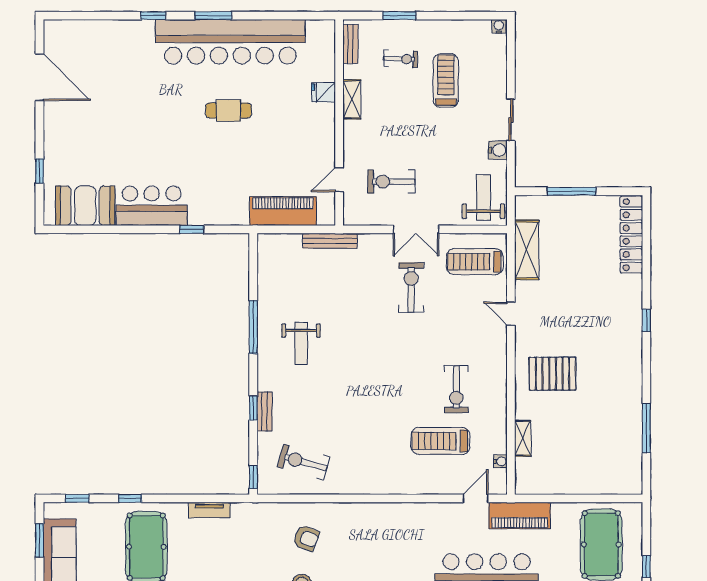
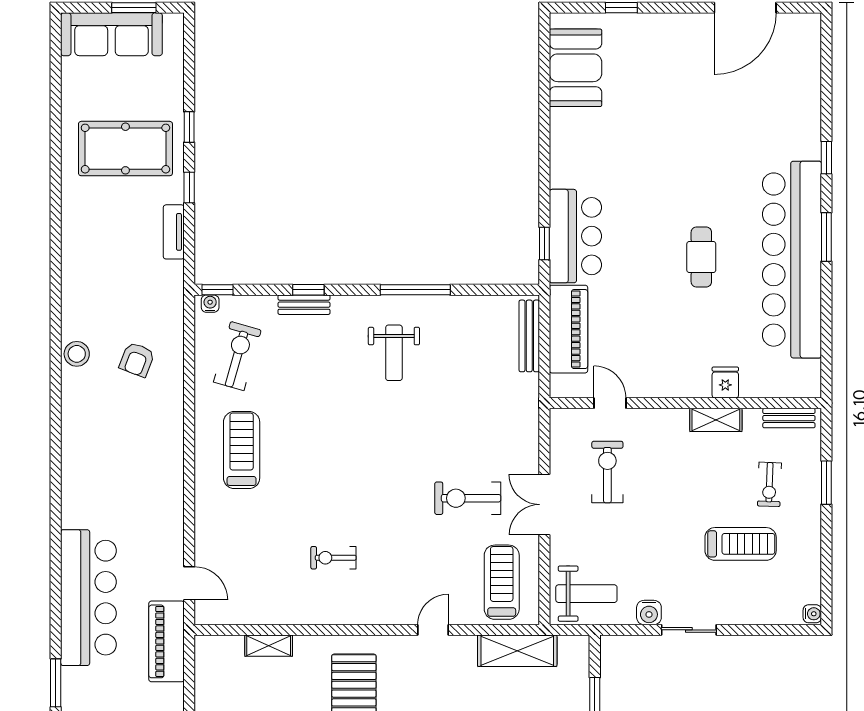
bar counter: (152, 206) -> (575, 236), moved
window: (192, 229) -> (544, 244), moved
bench: (330, 241) -> (529, 336), moved
exercise bike: (411, 287) -> (468, 498), turned 180
weight bench: (301, 343) -> (394, 353), turned -90
exercise bike: (456, 389) -> (333, 558), width x0.73, depth x0.72
treadmill: (440, 441) -> (242, 450), moved
water cooler: (500, 461) -> (210, 304), moved, turned 180
window: (77, 498) -> (189, 187), moved

